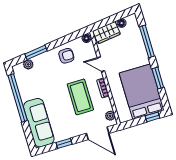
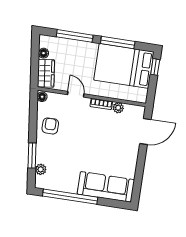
door: (101, 64) -> (76, 94), swing flipped
window: (158, 78) -> (118, 43), width x1.44
coffee table: (80, 97) -> (99, 132), removed
plant: (110, 116) -> (118, 108), moved
window: (64, 143) -> (139, 171), removed

